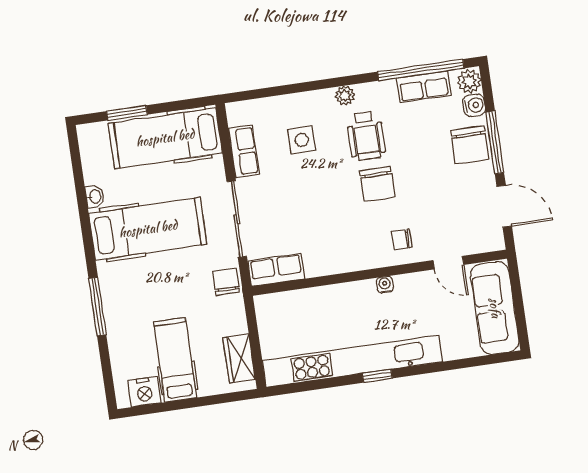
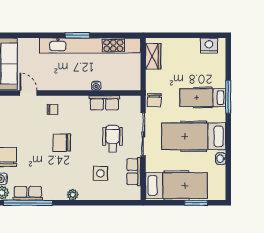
wheelchair: (366, 136) -> (113, 138), moved
chair: (377, 184) -> (62, 143), turned -90
row of seats: (276, 270) -> (104, 103), moved
water cooler: (385, 285) -> (96, 86), moved
hospital bed: (175, 360) -> (203, 98), moved, turned 90
window: (377, 376) -> (77, 35), width x1.50

